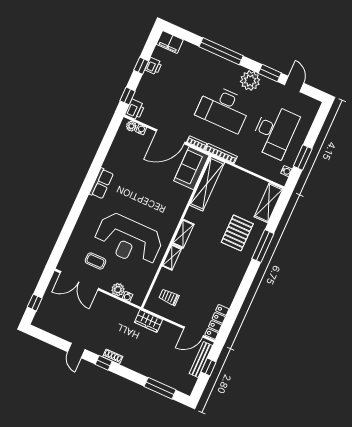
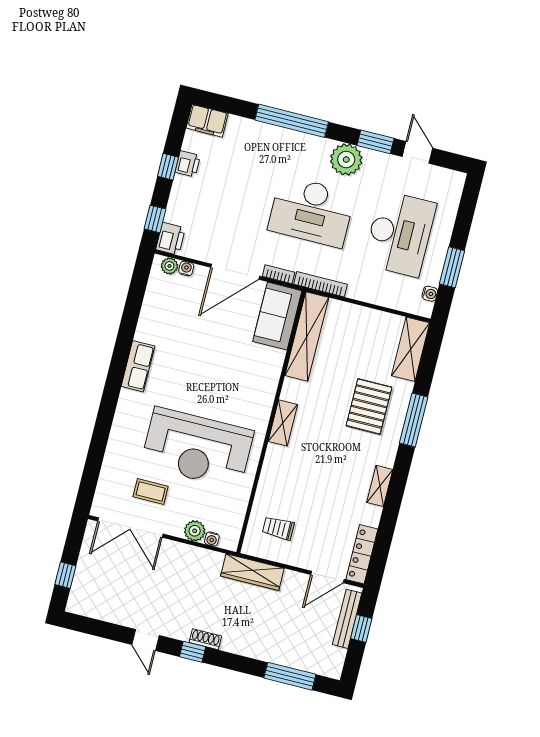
shelving: (172, 257) -> (380, 486), moved
wardrobe: (149, 321) -> (252, 572), width x1.50

